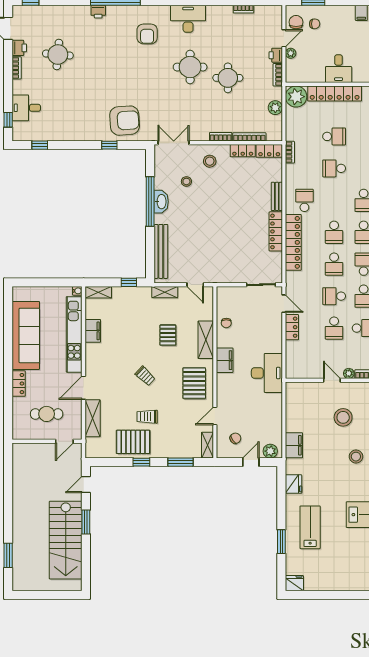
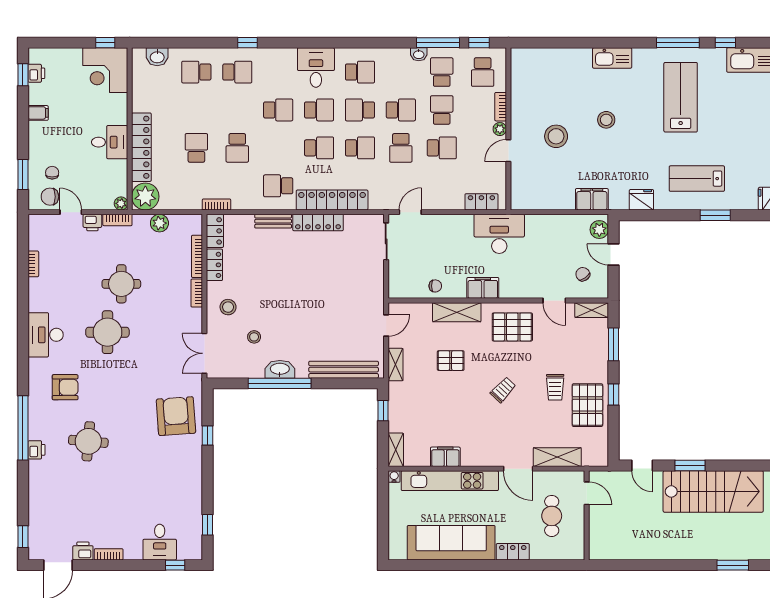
plant: (291, 53) -> (121, 203), moved
round table: (58, 54) -> (88, 441), moved
locker: (292, 327) -> (481, 202), moved

